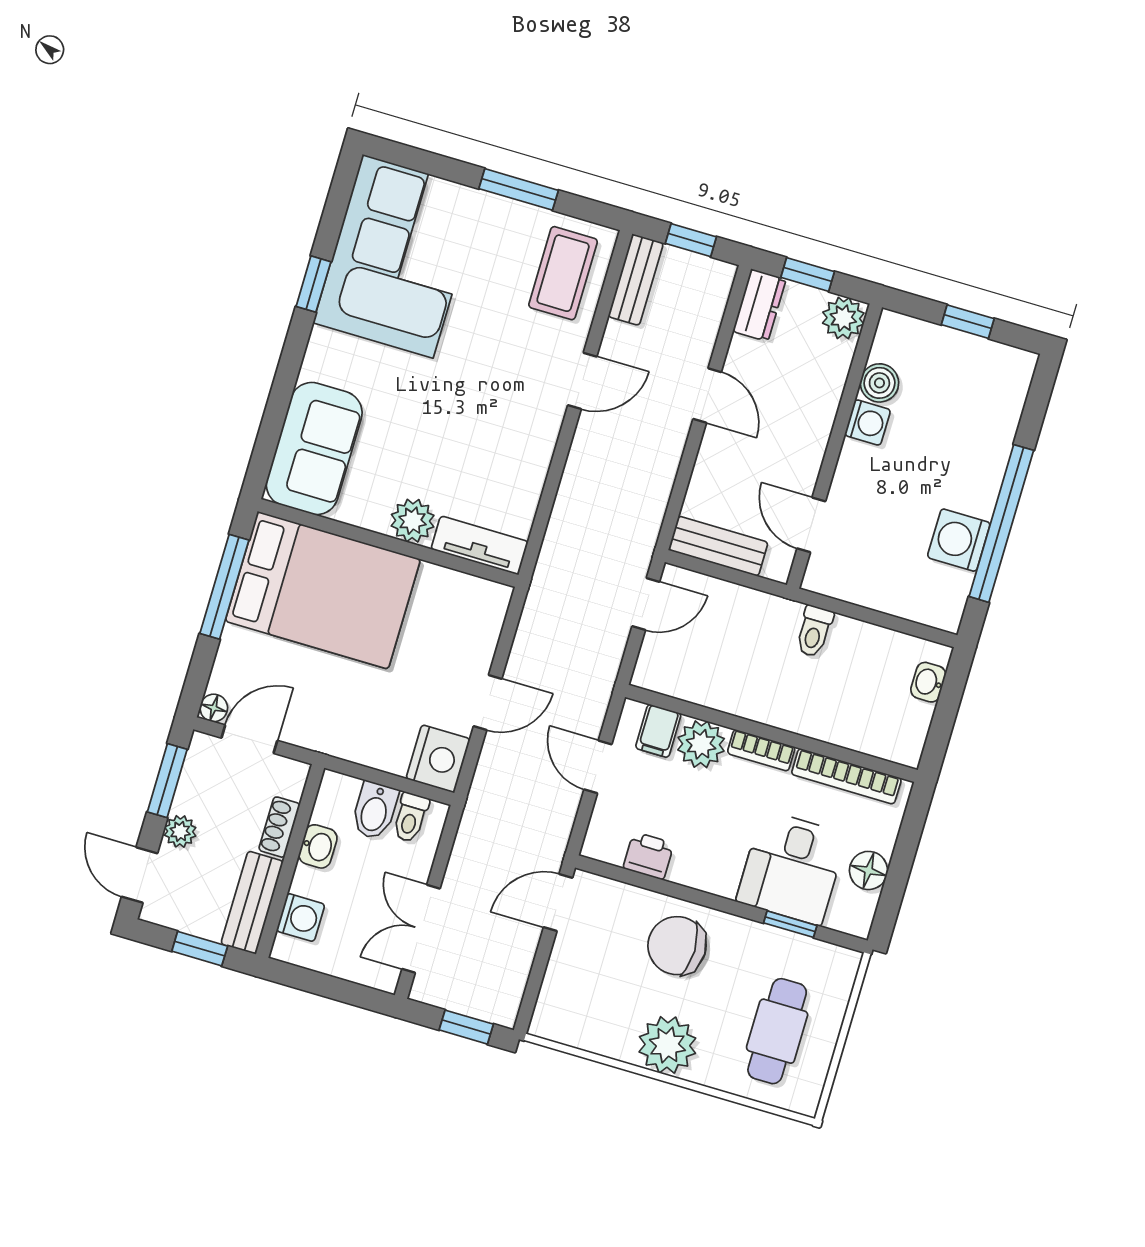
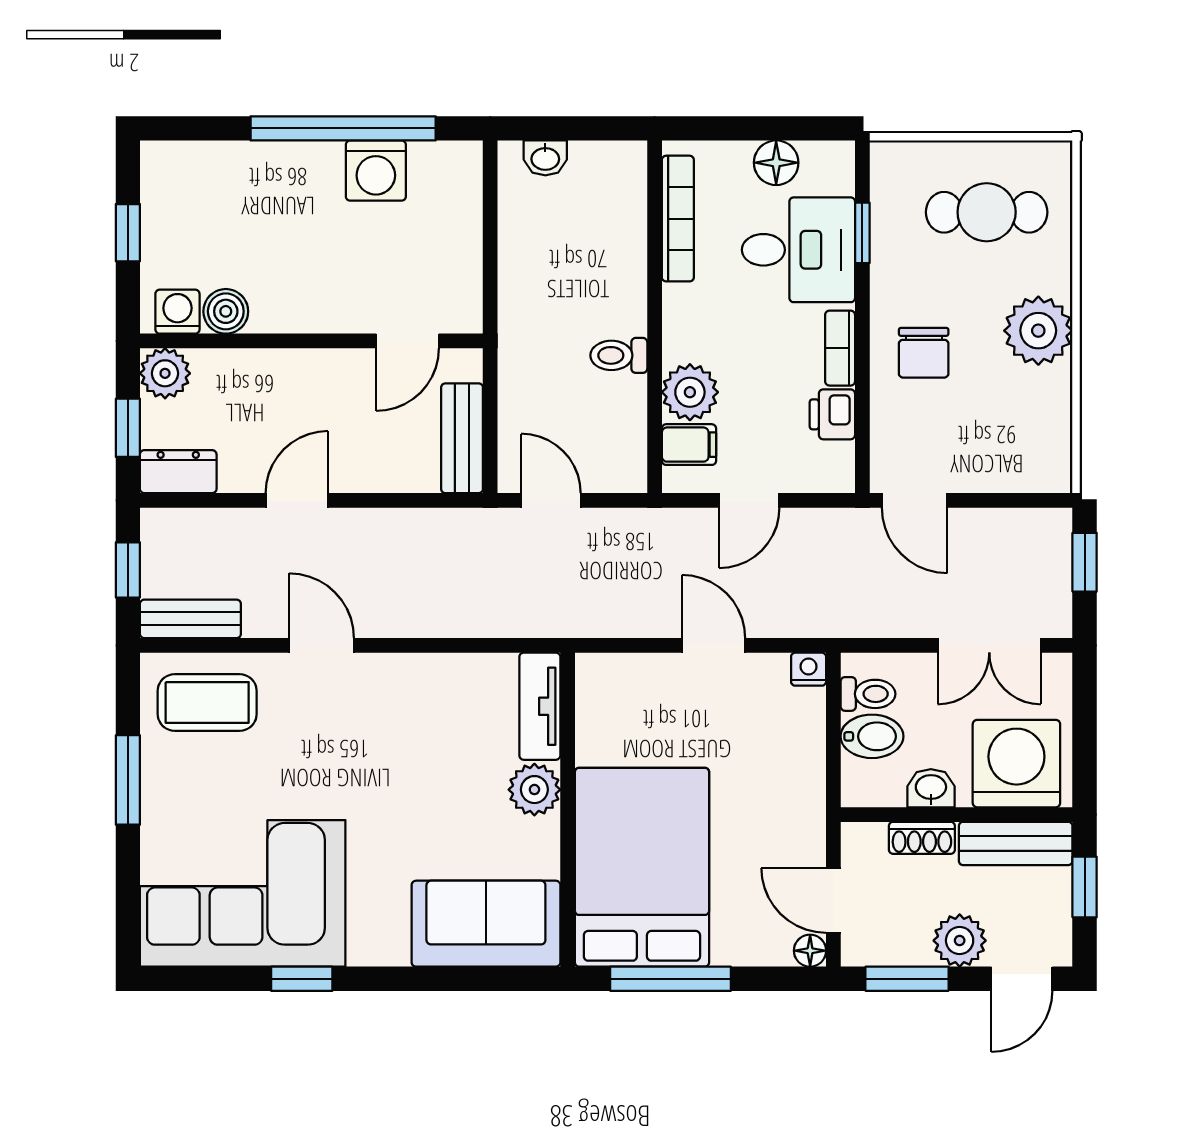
washing machine: (868, 422) -> (177, 312), moved
toilet: (814, 631) -> (619, 355), moved, turned 180
bookcase: (761, 750) -> (840, 348), moved, turned 180
nightstand: (438, 759) -> (809, 669), width x0.53, depth x0.56
plant: (180, 831) -> (960, 941), width x1.38, depth x1.38
washing machine: (301, 918) -> (1016, 764), width x1.89, depth x1.89
chair: (677, 946) -> (924, 353), width x0.73, depth x0.73

